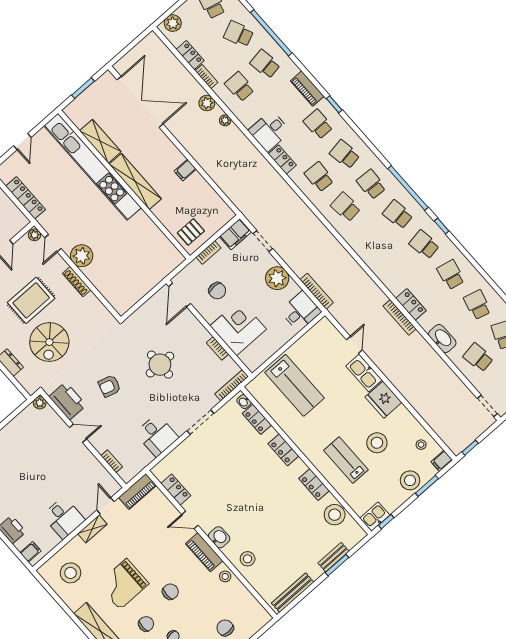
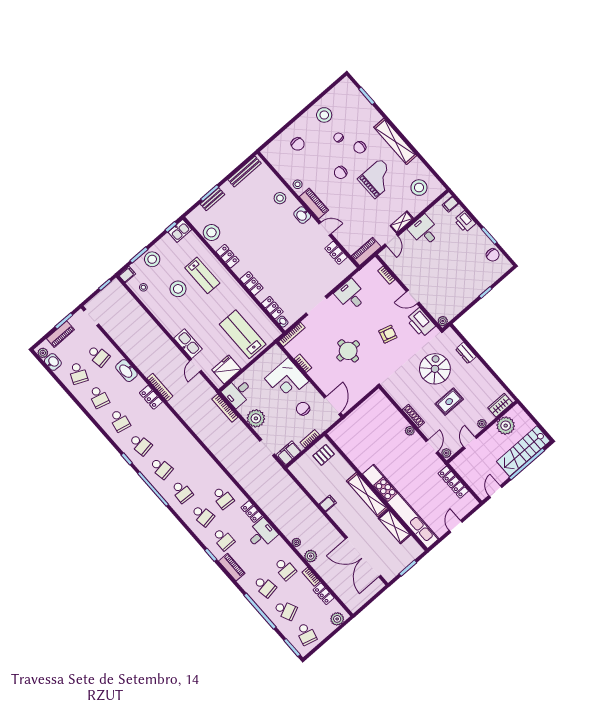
school desk: (346, 207) -> (202, 474), removed
plant: (82, 256) -> (410, 431), width x0.53, depth x0.53
rug: (31, 300) -> (449, 402), width x0.73, depth x0.70
fridge: (383, 400) -> (226, 369), moved, turned -90

